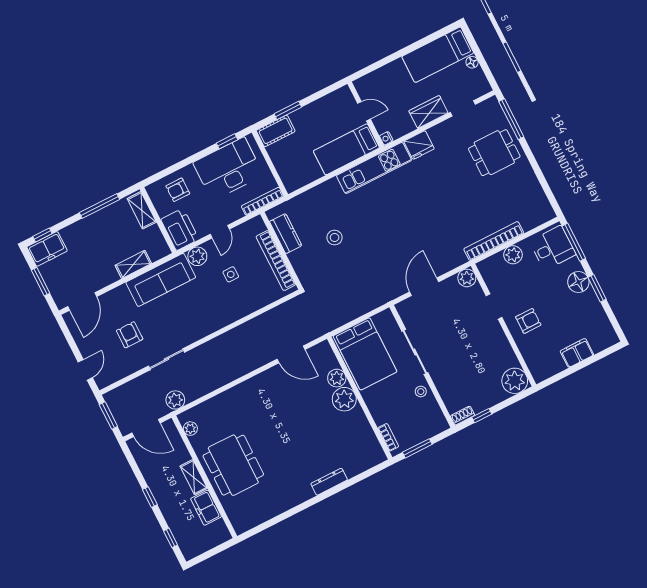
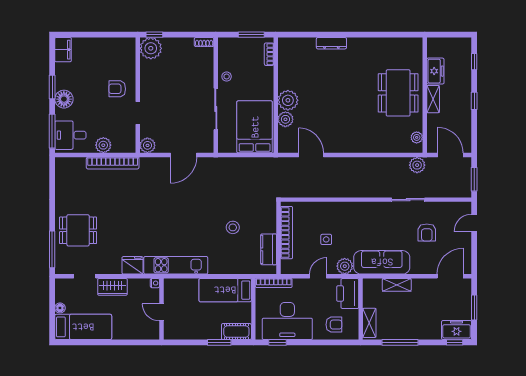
bed: (346, 149) -> (225, 290), moved, turned 180
filing cabinet: (577, 353) -> (63, 50), moved, turned -90
window: (482, 416) -> (154, 35), moved

